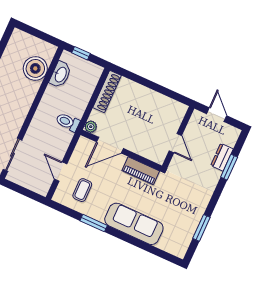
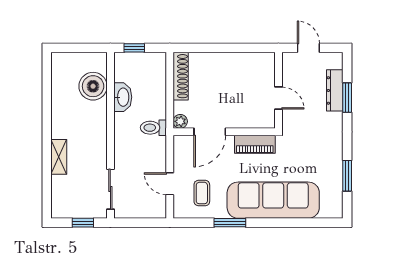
washbasin: (60, 74) -> (123, 97), moved
dresser: (222, 157) -> (335, 90), width x1.44
sofa: (134, 224) -> (273, 200), width x1.36, depth x1.27

